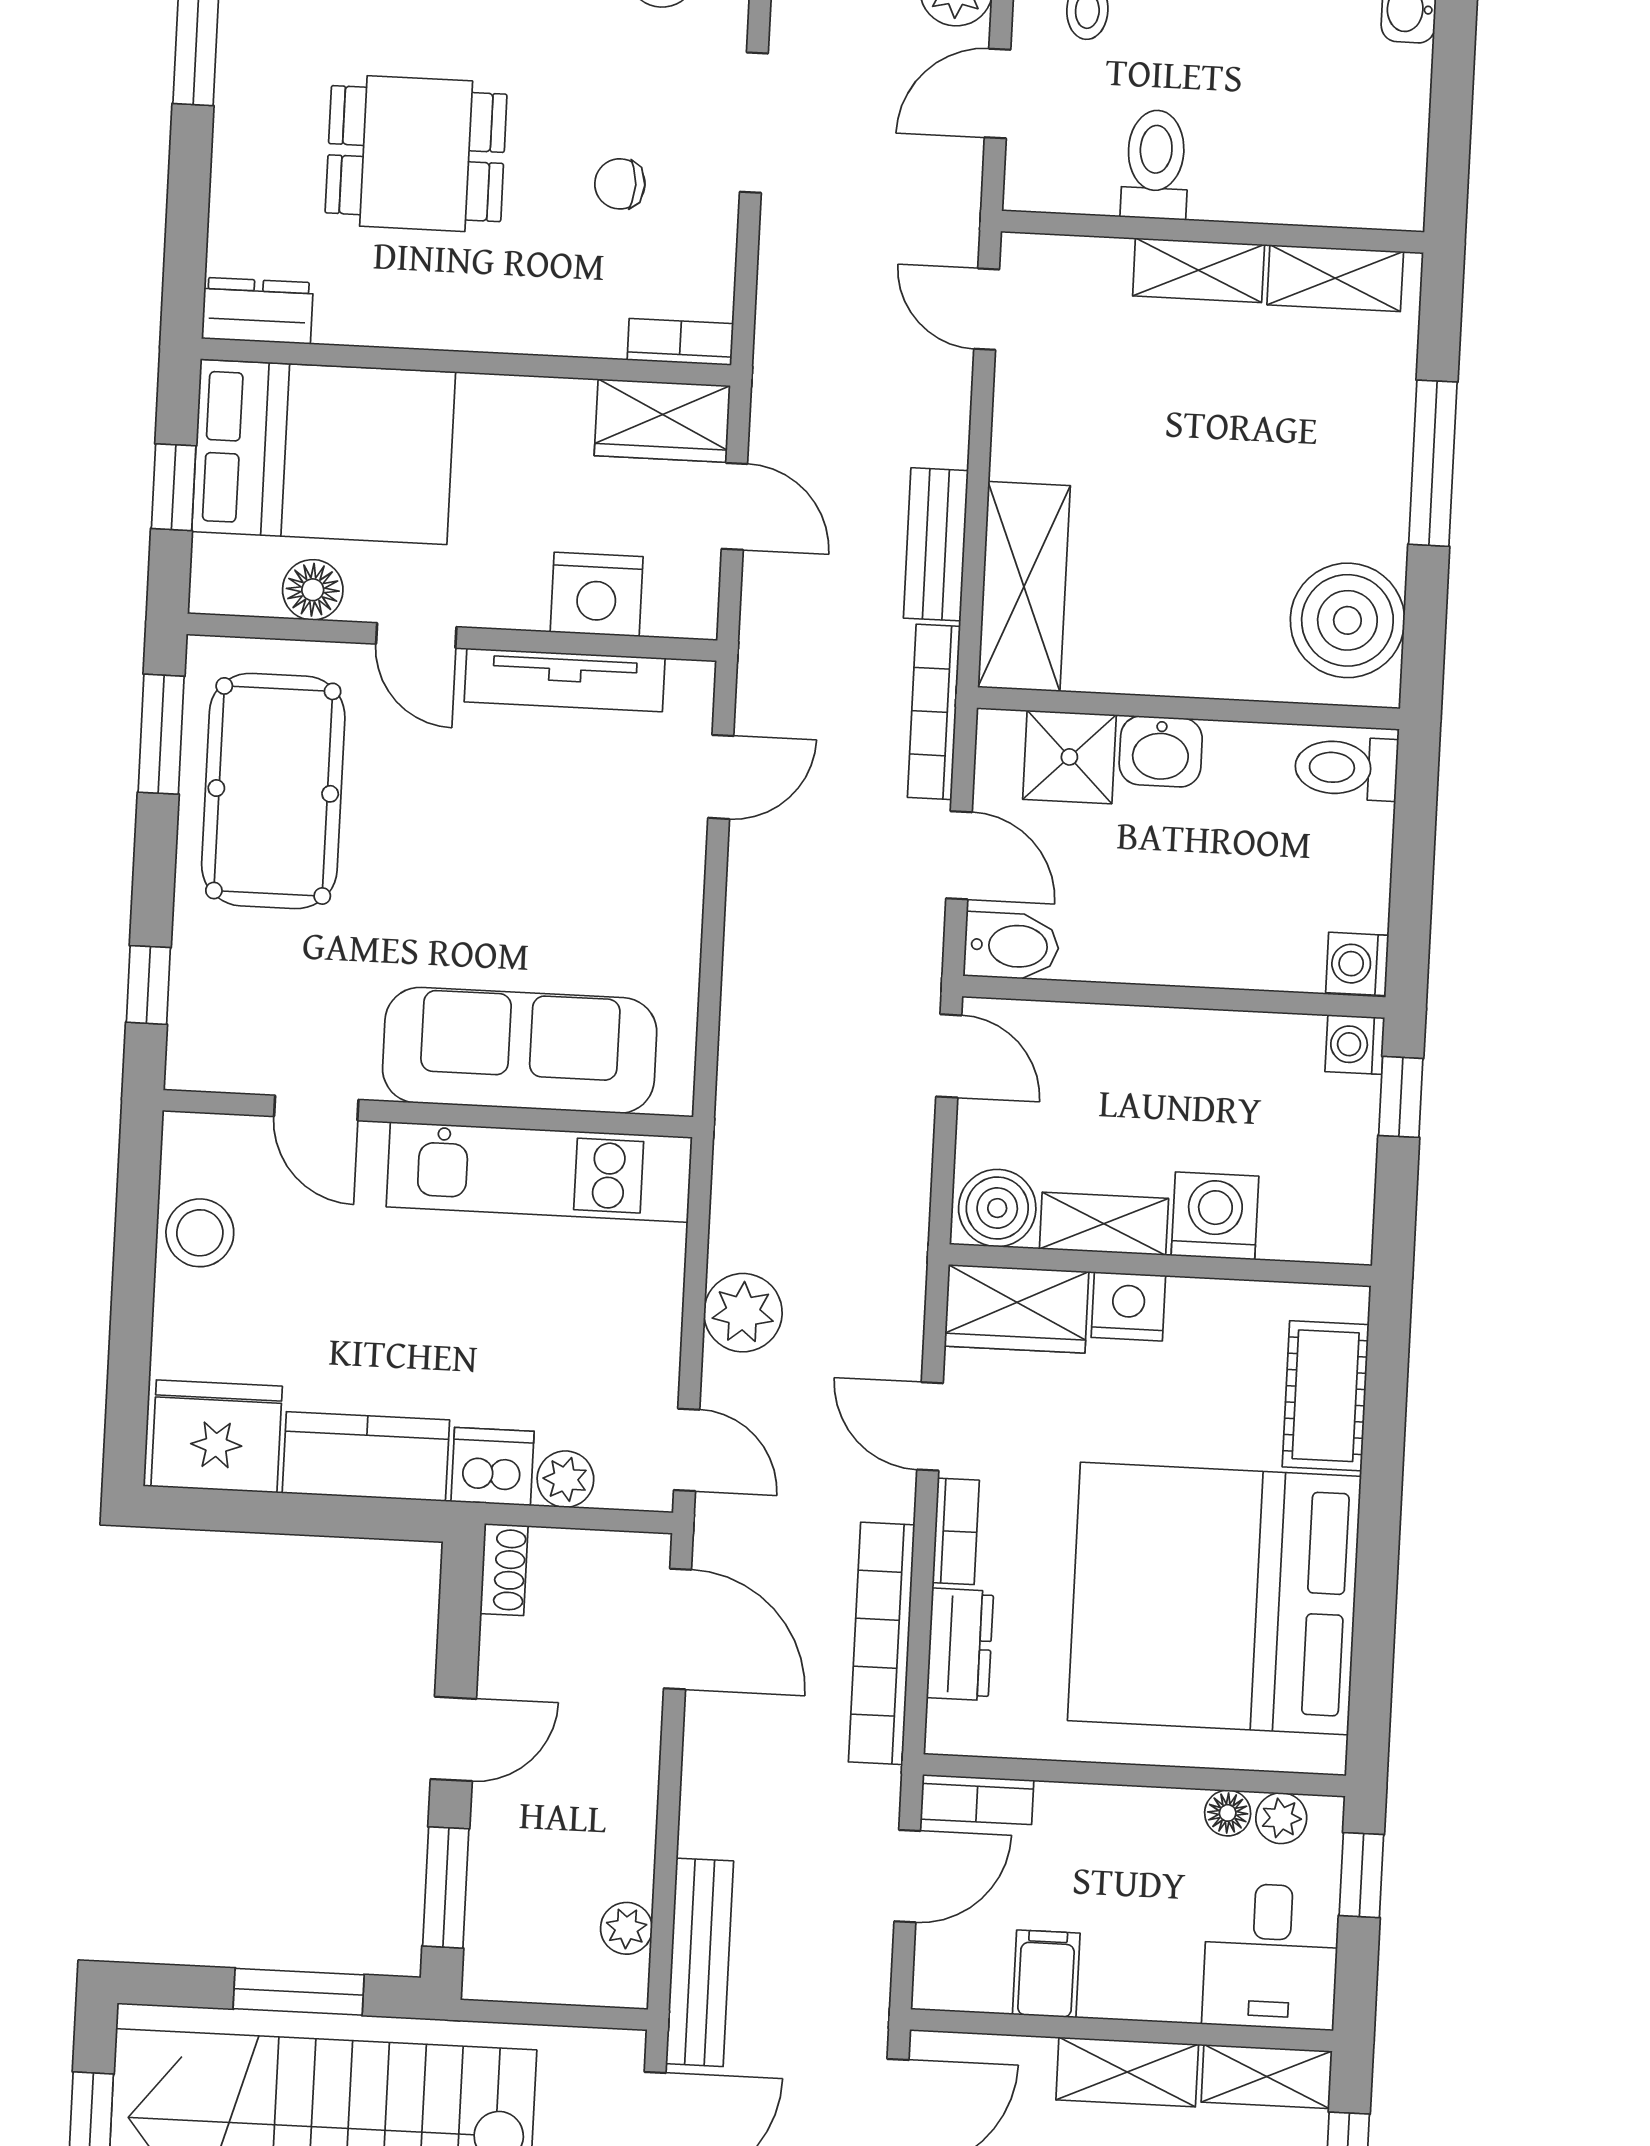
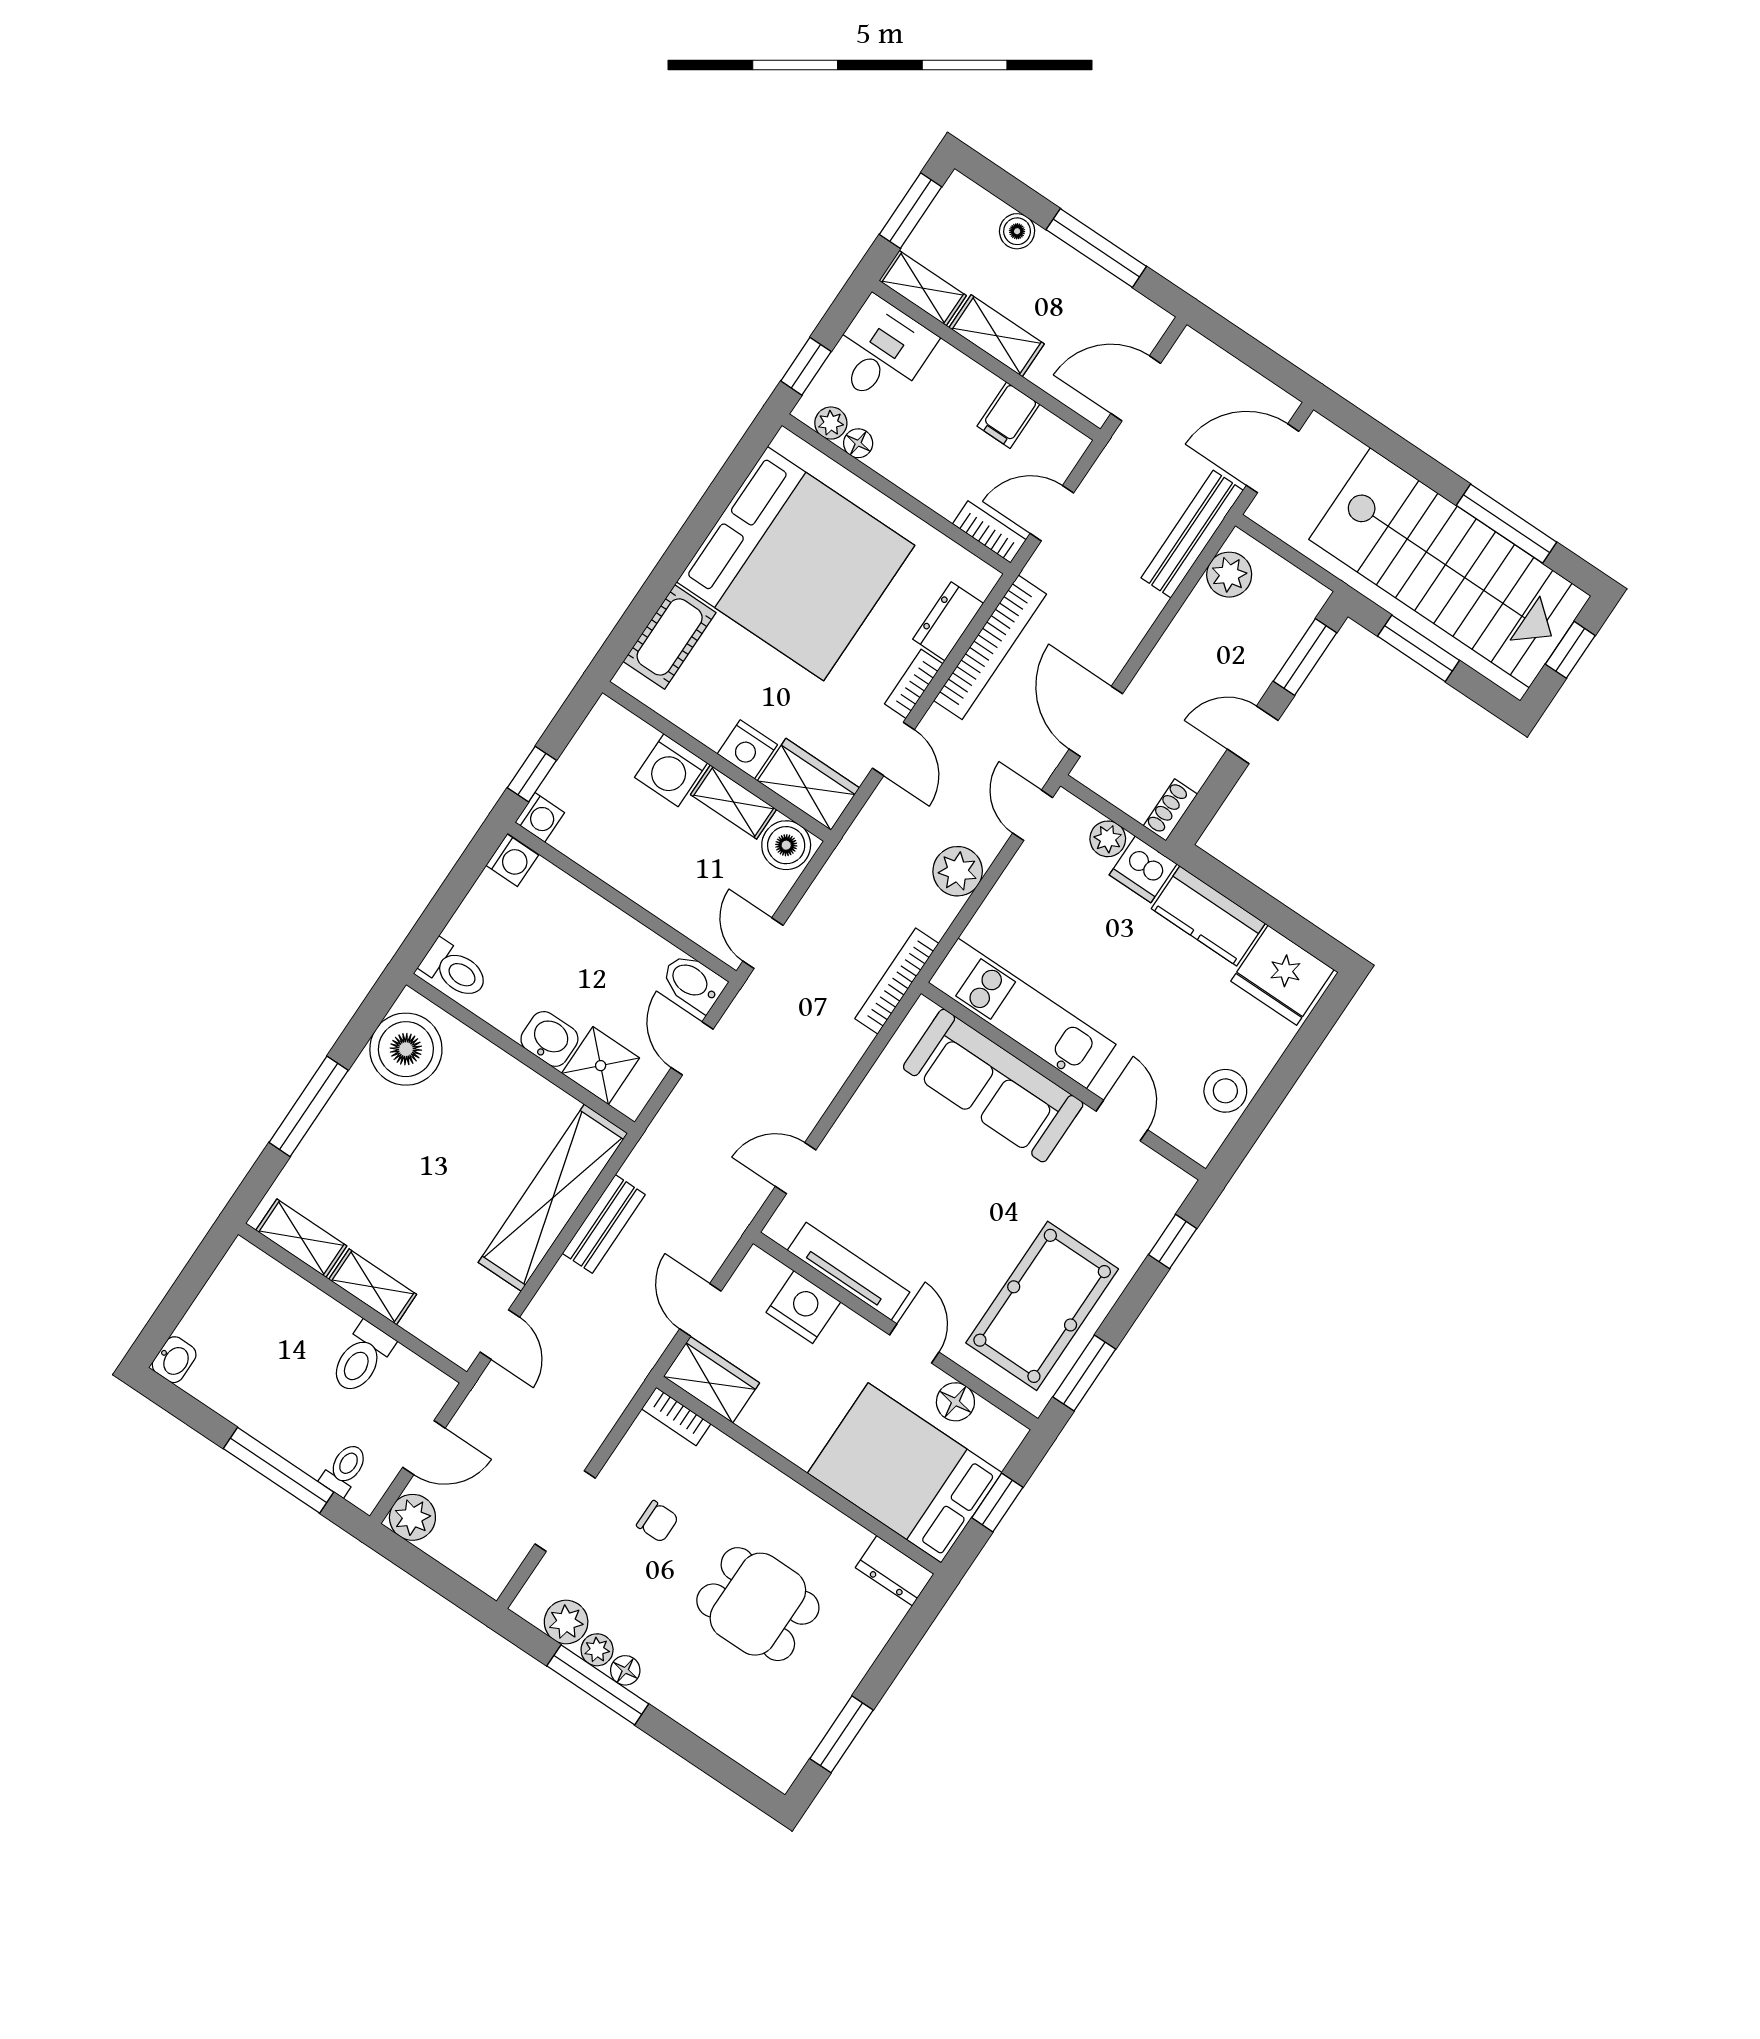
shelving: (1024, 586) -> (553, 1198), width x1.47
bookcase: (934, 712) -> (897, 981), moved, turned 180
plant: (626, 1928) -> (1229, 575), width x1.38, depth x1.38

